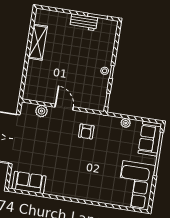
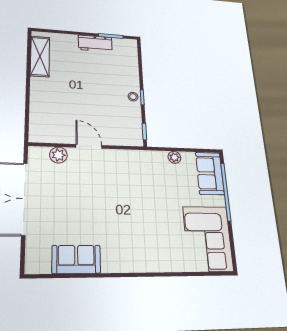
shelving: (38, 42) -> (40, 56), moved
armchair: (86, 131) -> (125, 175), removed
sofa: (29, 182) -> (76, 259), moved

